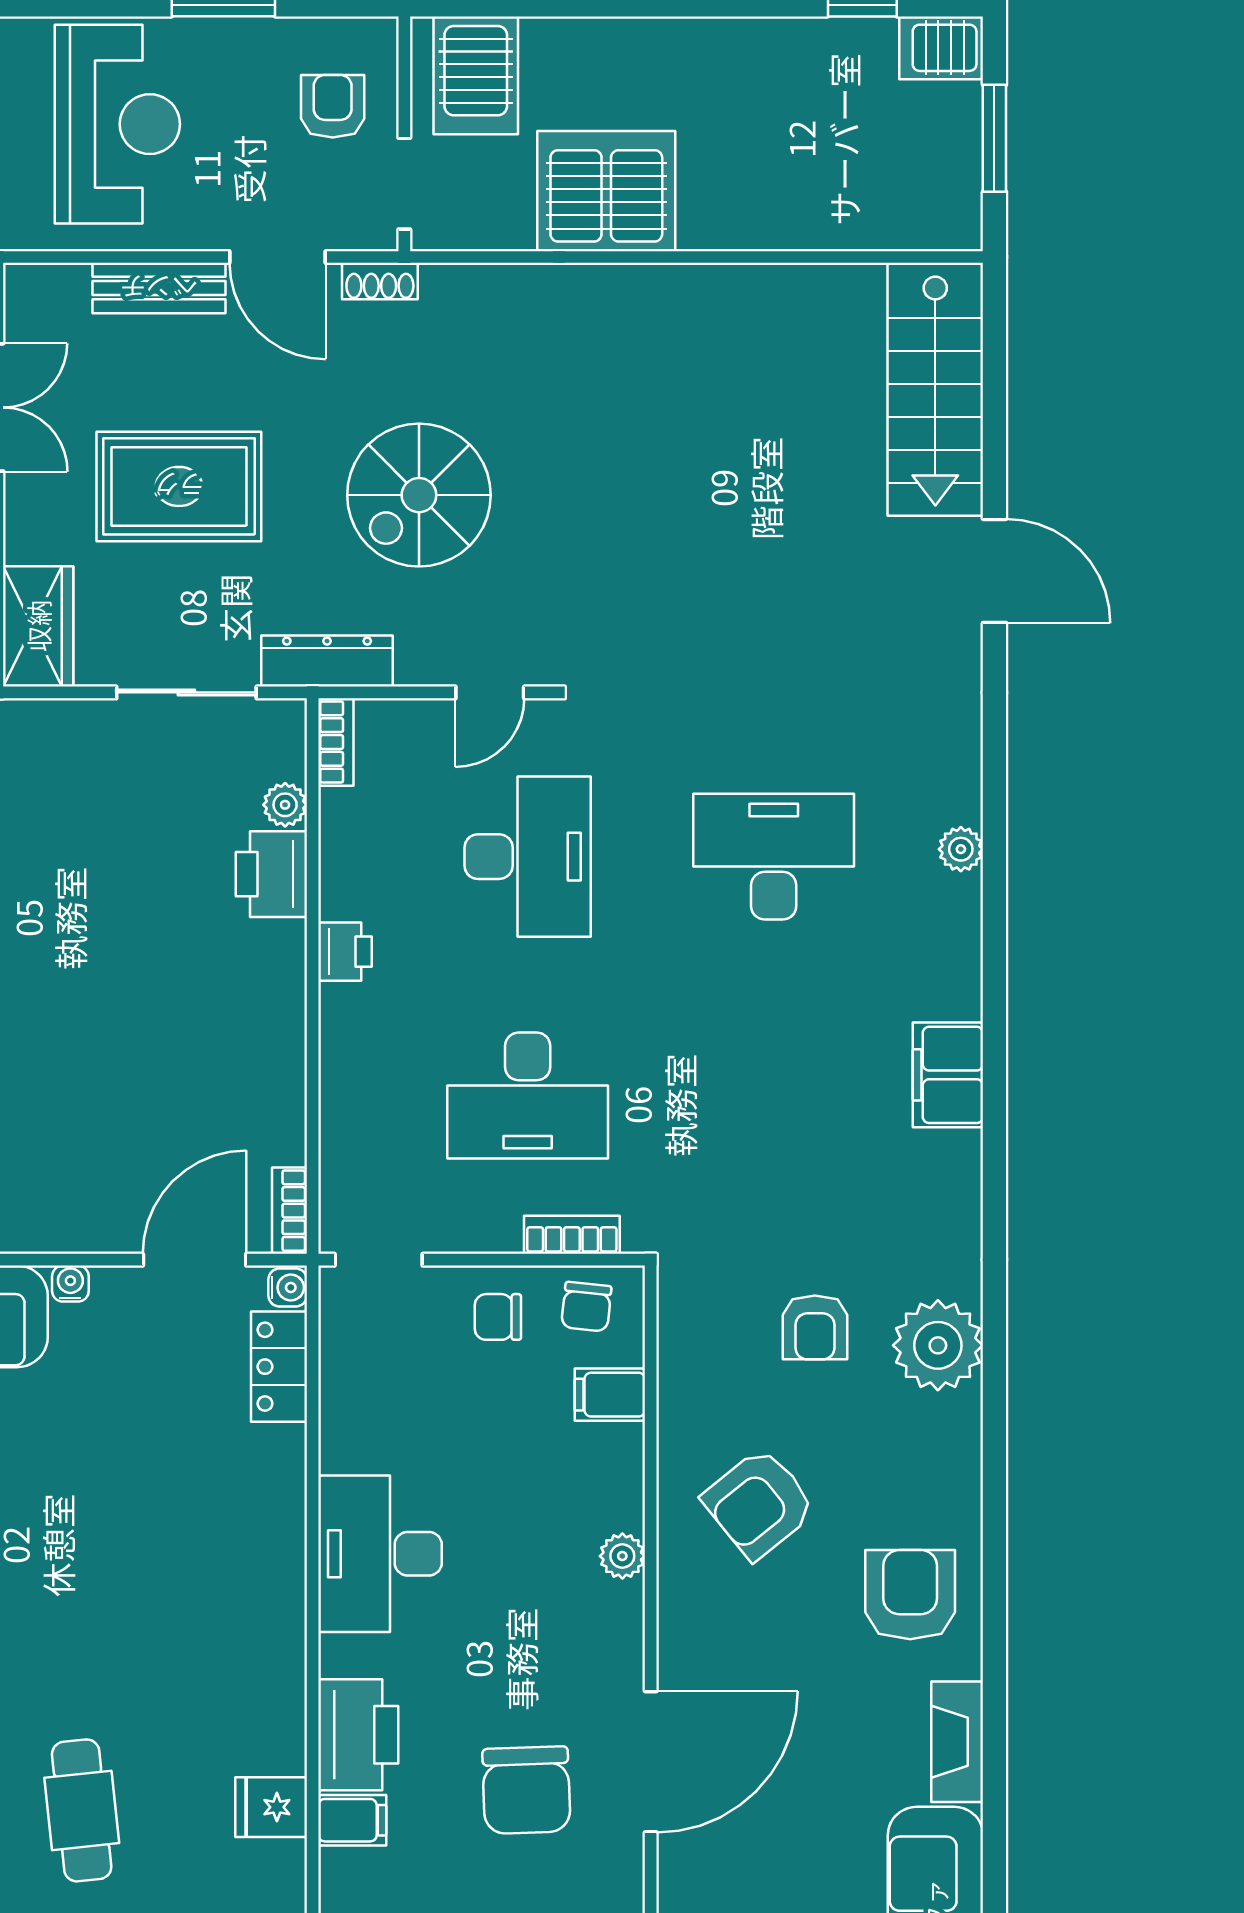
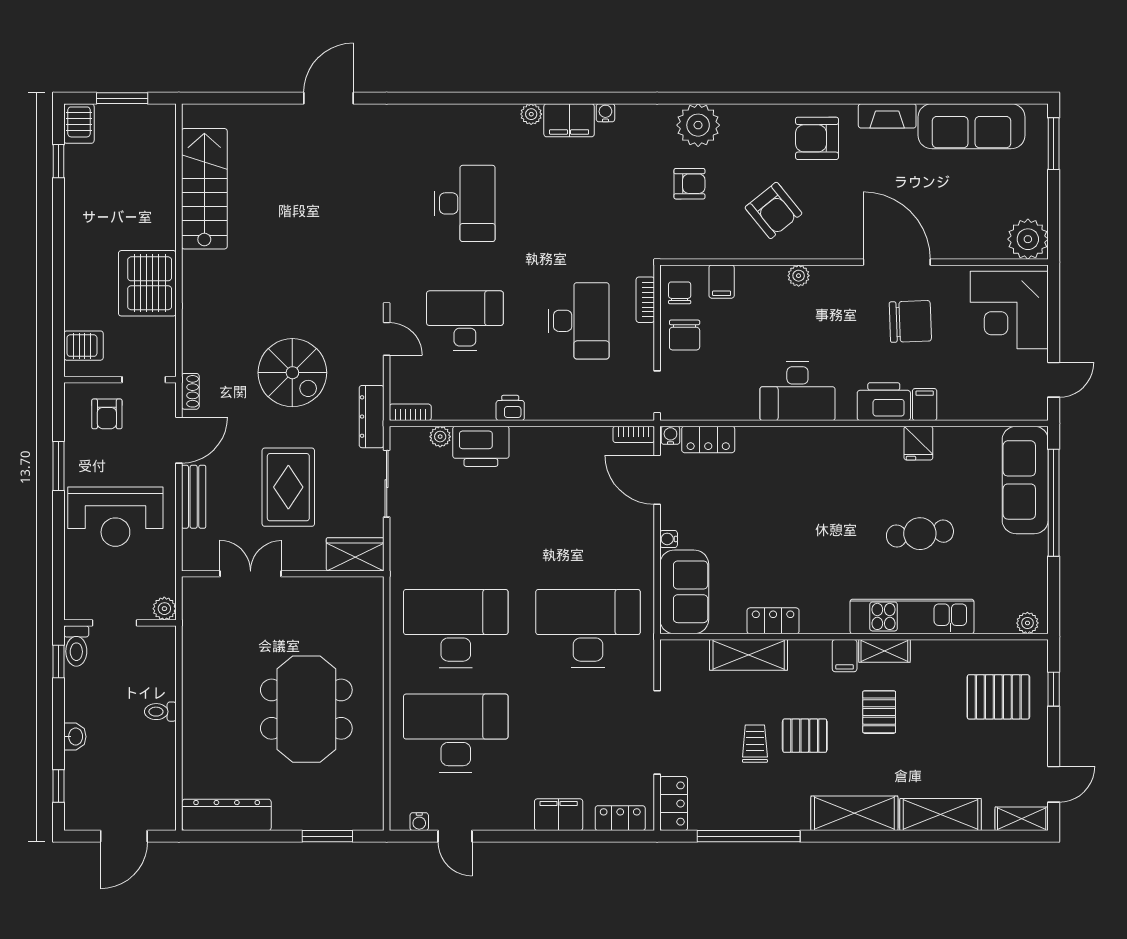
server rack: (476, 75) -> (84, 346), width x0.73, depth x0.70
armchair: (333, 106) -> (107, 414), turned -90
reception desk: (117, 124) -> (115, 517), turned 180
stairs: (935, 389) -> (204, 189), moved, turned -90
plant: (961, 849) -> (531, 114), moved
desk: (774, 857) -> (465, 203), turned 180
printer: (271, 874) -> (481, 446), width x1.37, depth x1.19
water cooler: (964, 1151) -> (605, 113), added
chair: (586, 1307) -> (680, 293), turned -96
chair: (498, 1317) -> (685, 335), width x1.37, depth x1.37

